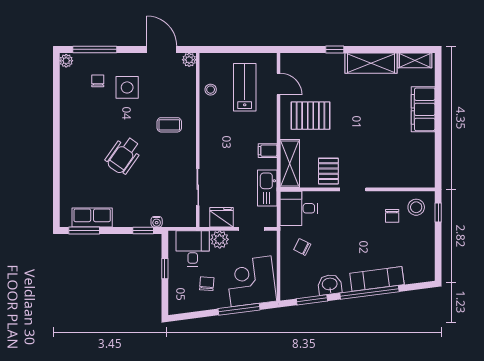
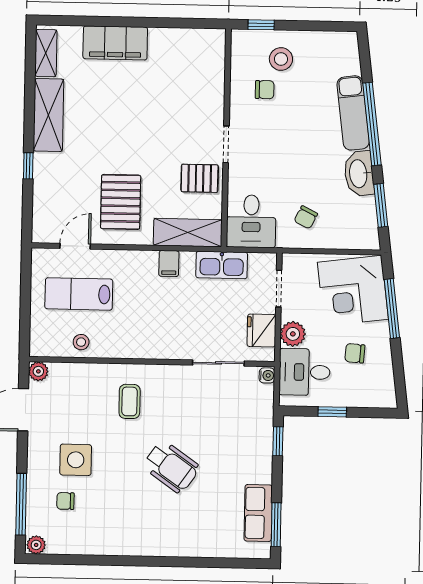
stool: (416, 207) -> (281, 59), moved
water cooler: (157, 222) -> (267, 375), moved
washbasin: (330, 285) -> (359, 174), width x1.38

